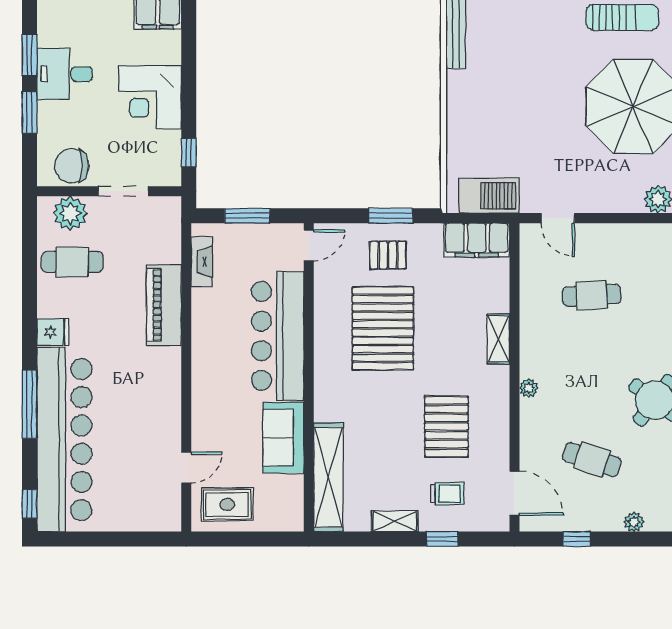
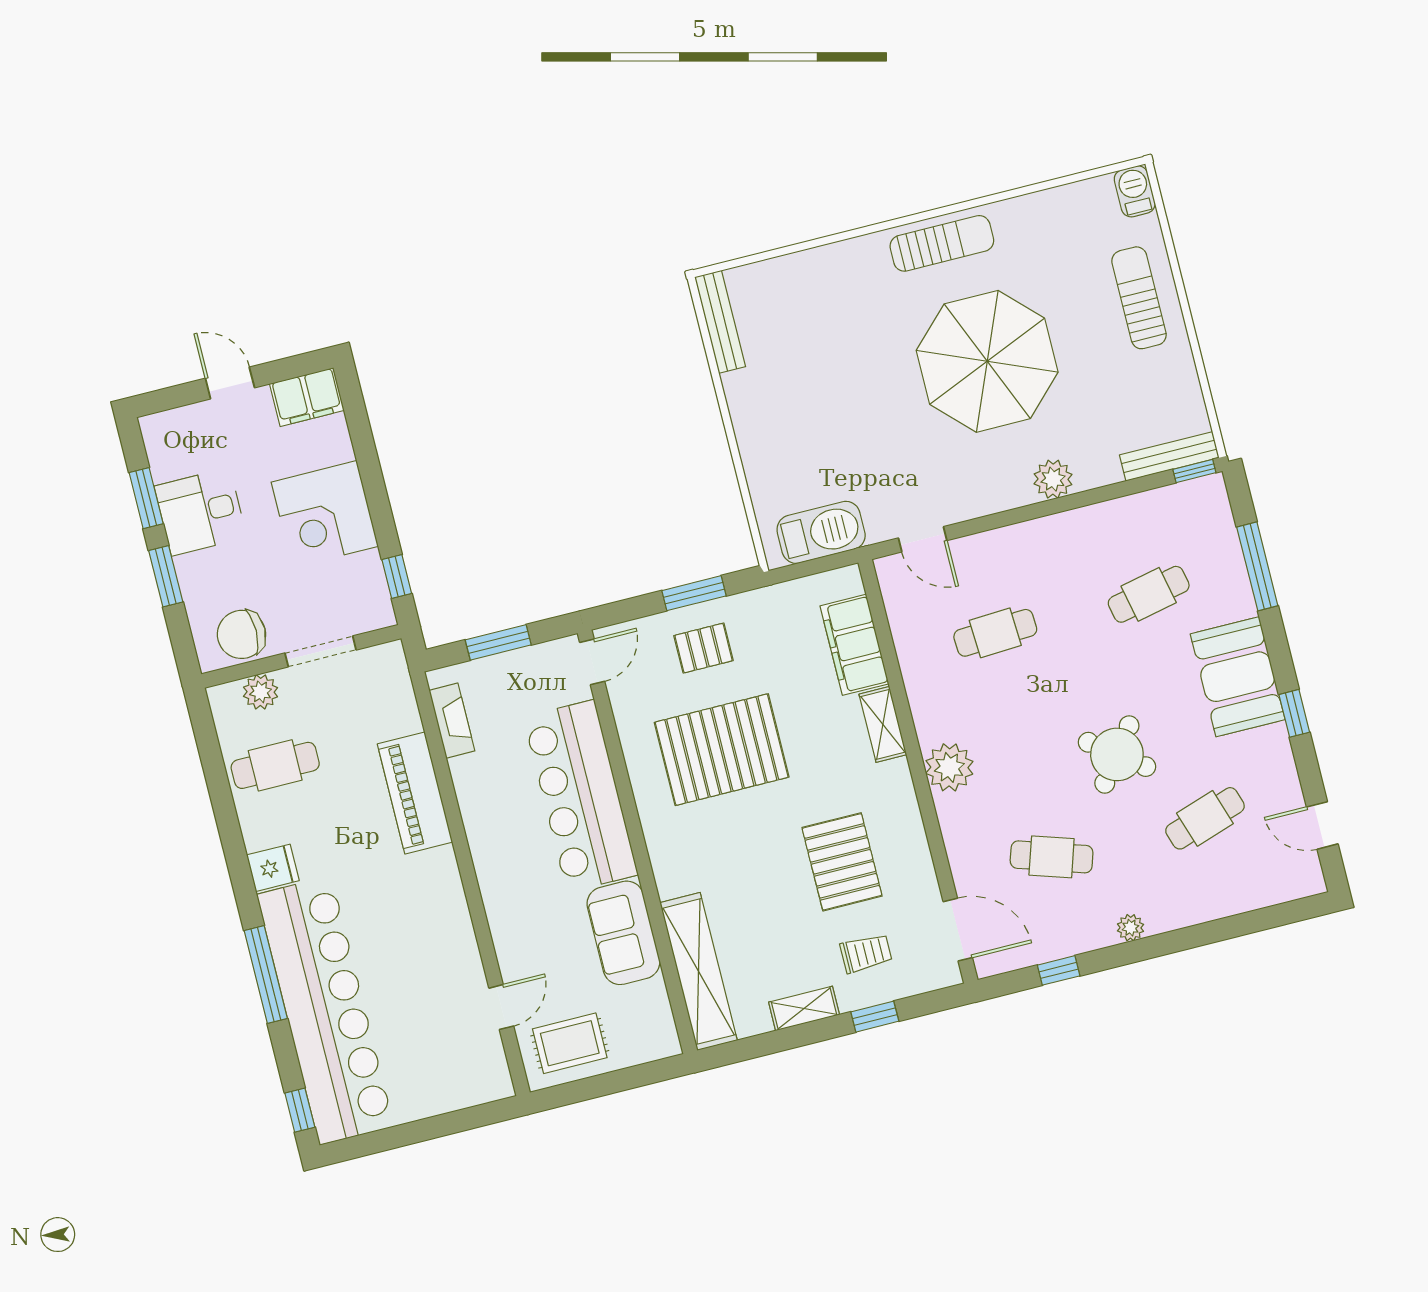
plant: (70, 213) -> (261, 692), width x0.73, depth x0.73
filing cabinet: (477, 240) -> (854, 645), moved, turned 90
pallet: (383, 328) -> (722, 750), turned 90
plant: (529, 388) -> (949, 767), width x1.88, depth x1.88

